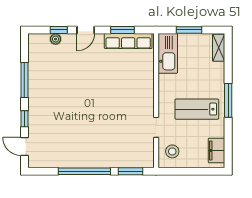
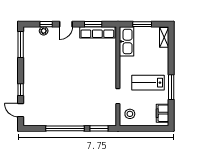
window: (24, 80) -> (21, 44), moved
window: (228, 100) -> (171, 87), moved

